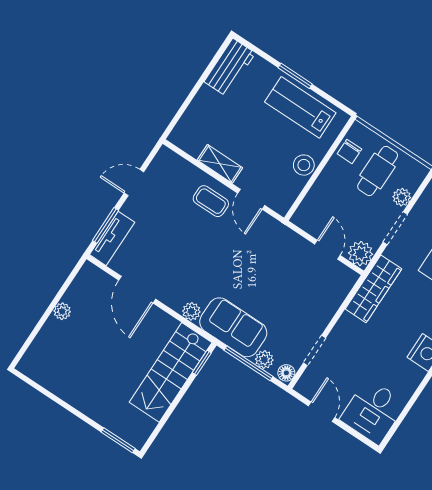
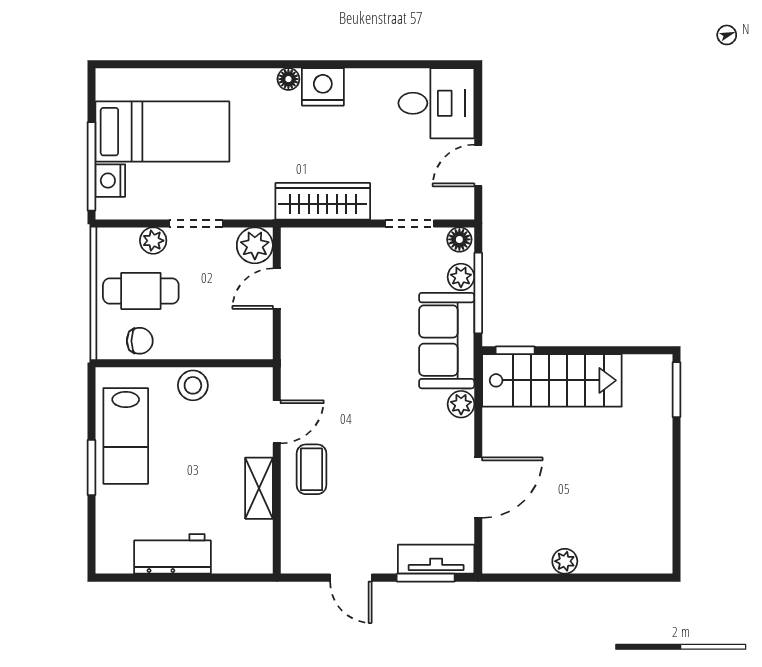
workbench: (230, 67) -> (172, 554), moved
wardrobe: (373, 289) -> (323, 201), moved

